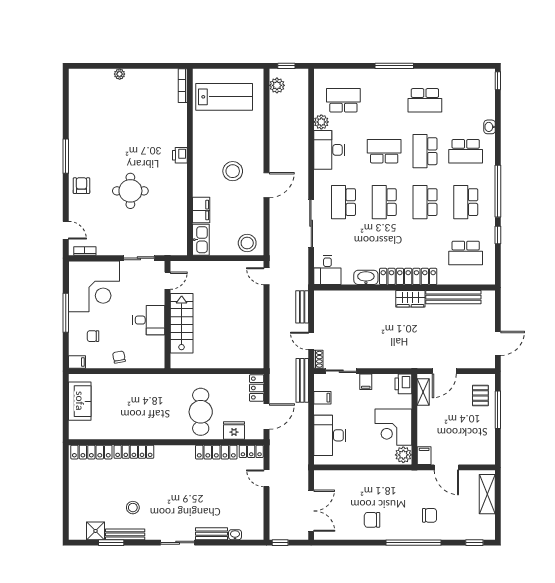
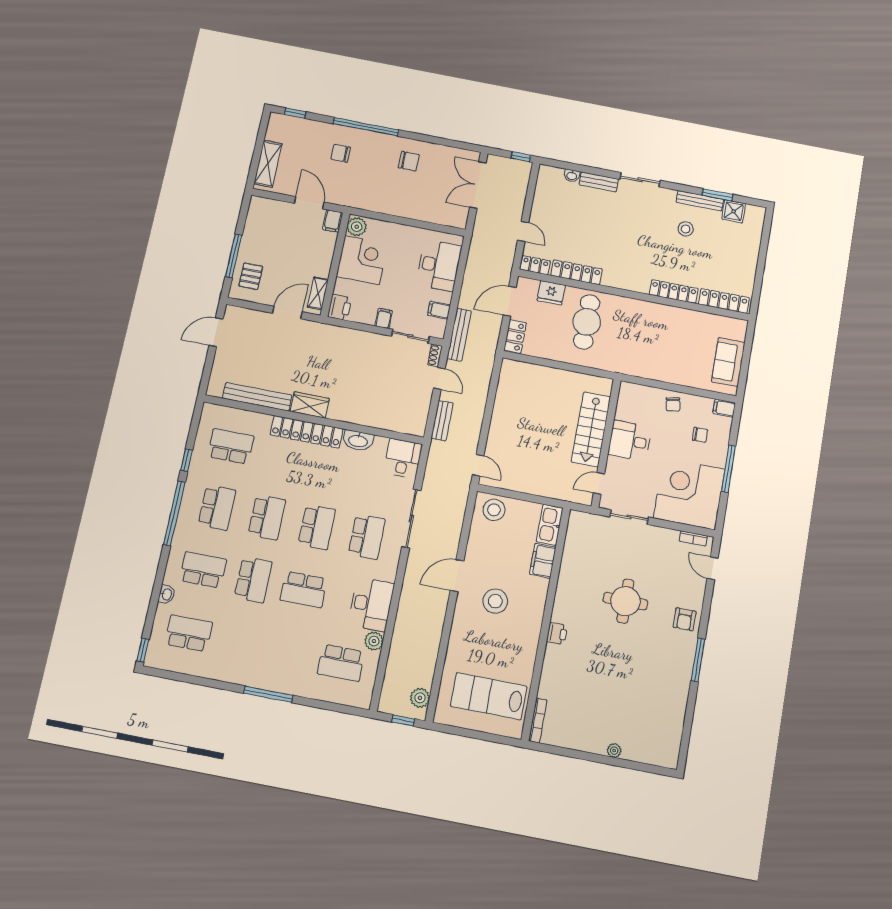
school desk: (425, 100) -> (189, 633), moved

